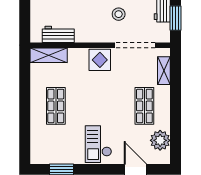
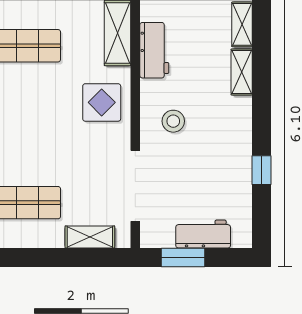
stool: (119, 14) -> (173, 121), moved
display table: (100, 60) -> (102, 102), moved

